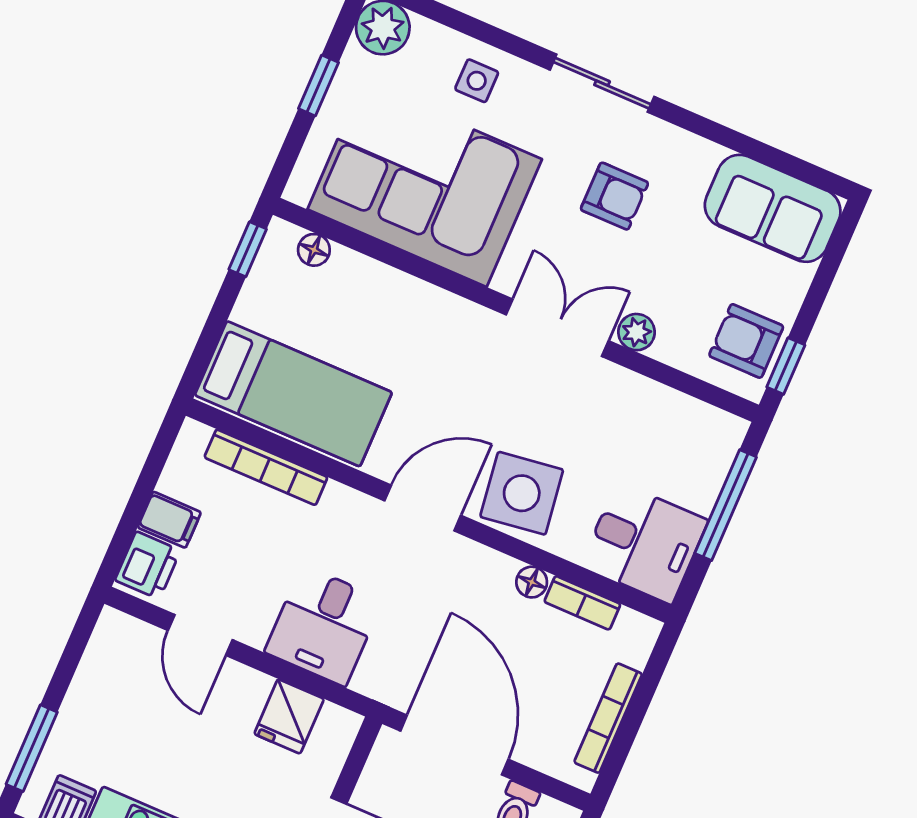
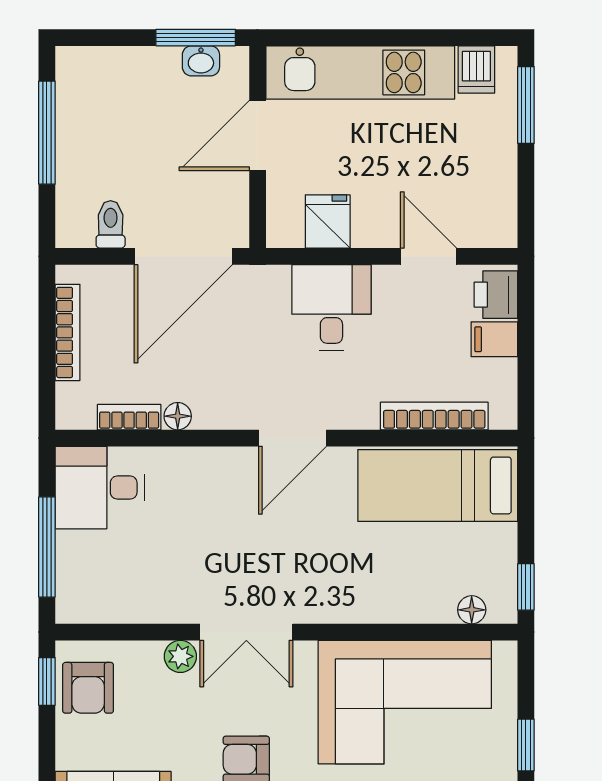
armchair: (746, 341) -> (88, 688), turned 90
side table: (522, 493) -> (217, 485), removed
door: (454, 745) -> (183, 256), hinge flipped

